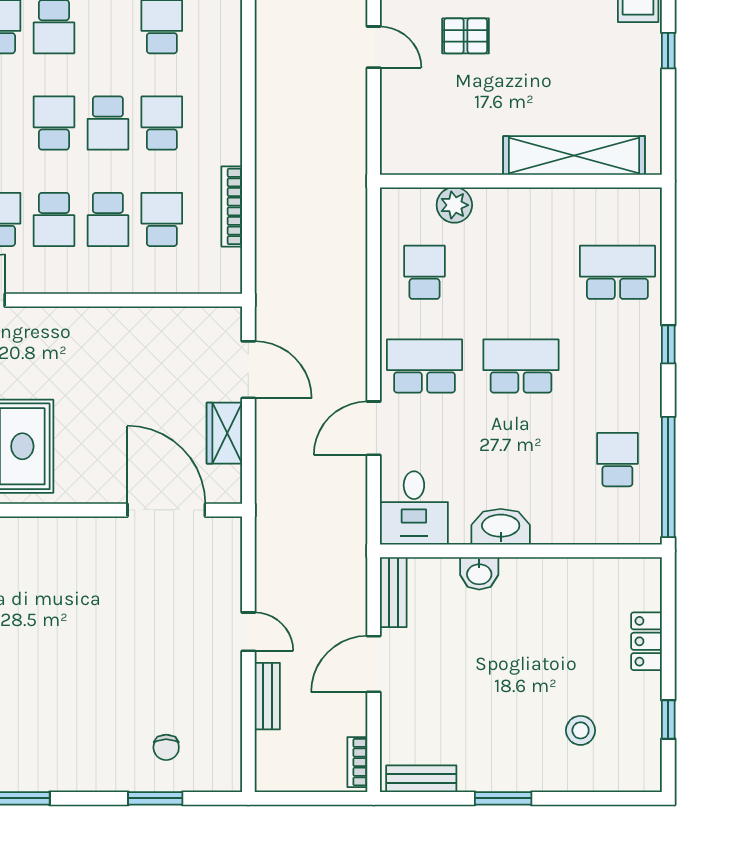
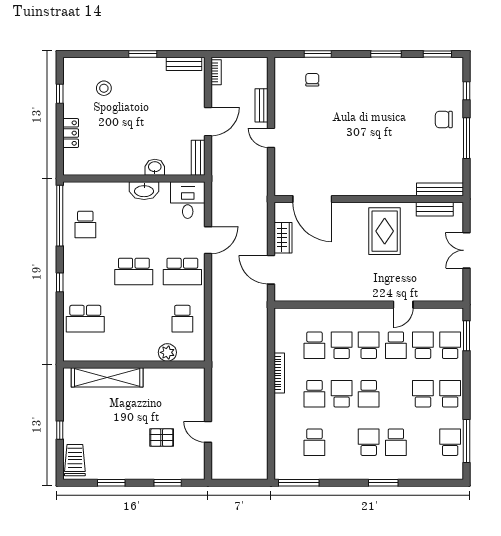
bookcase: (232, 206) -> (279, 373), moved

